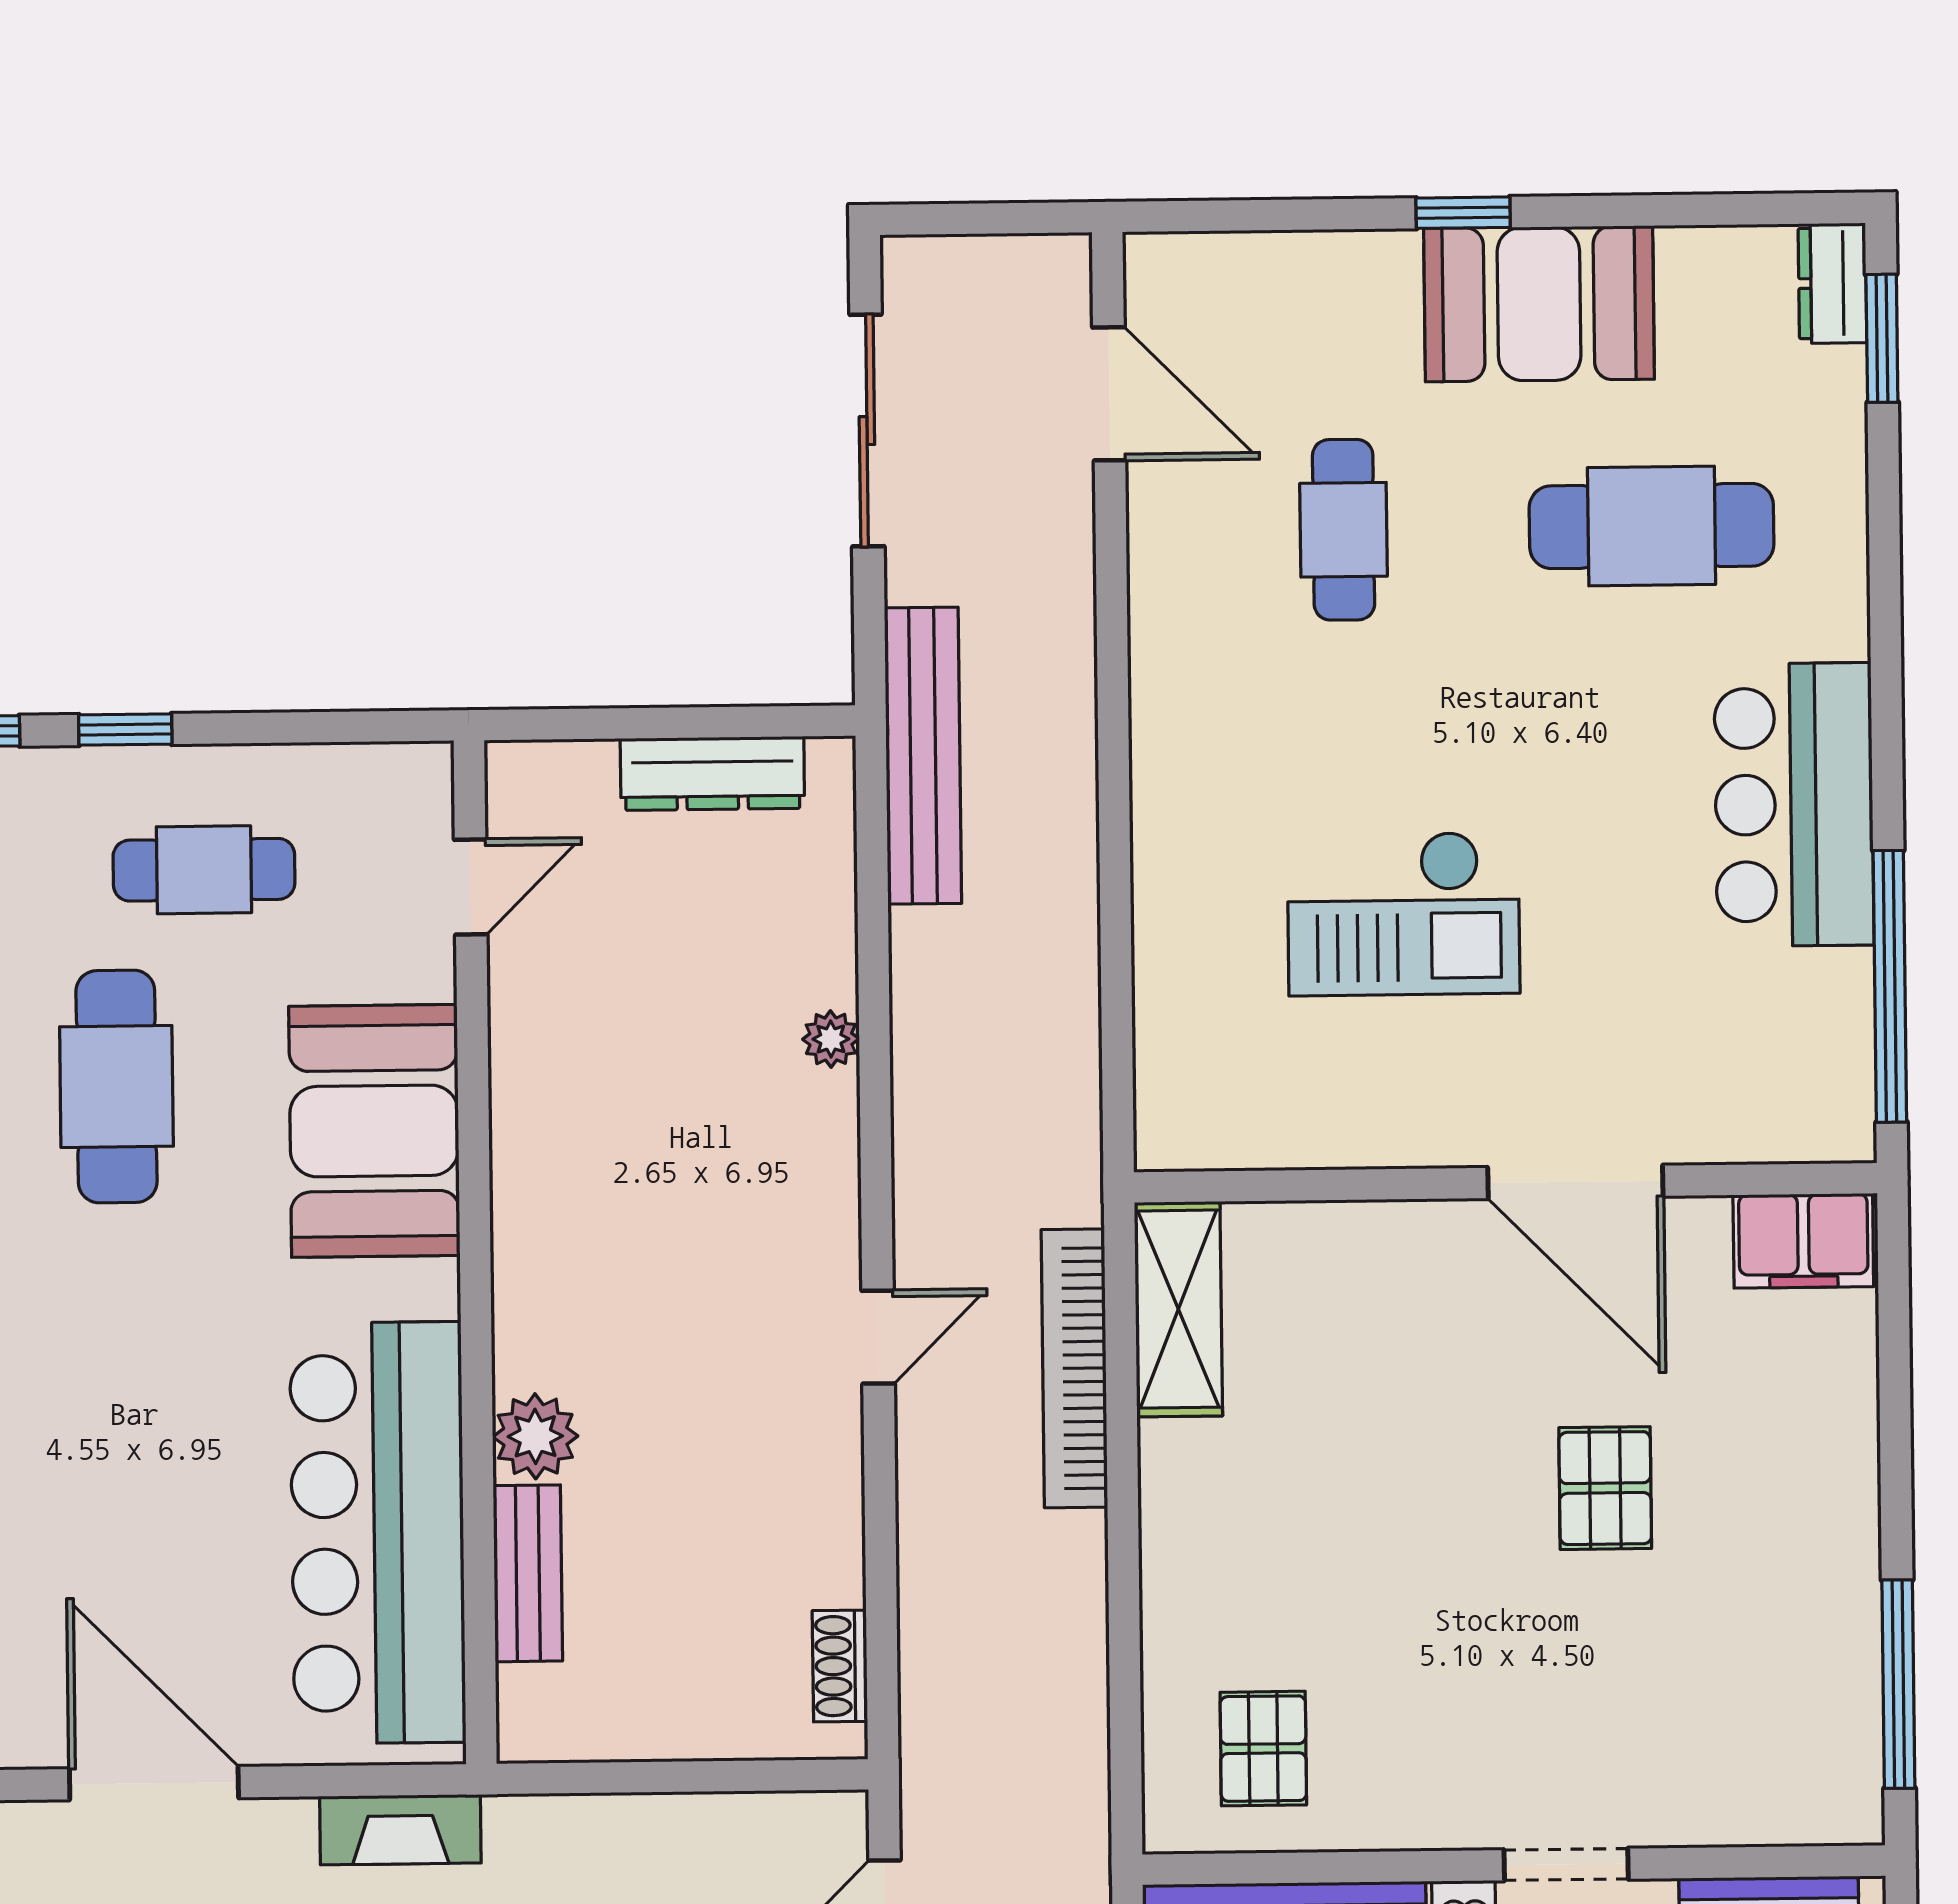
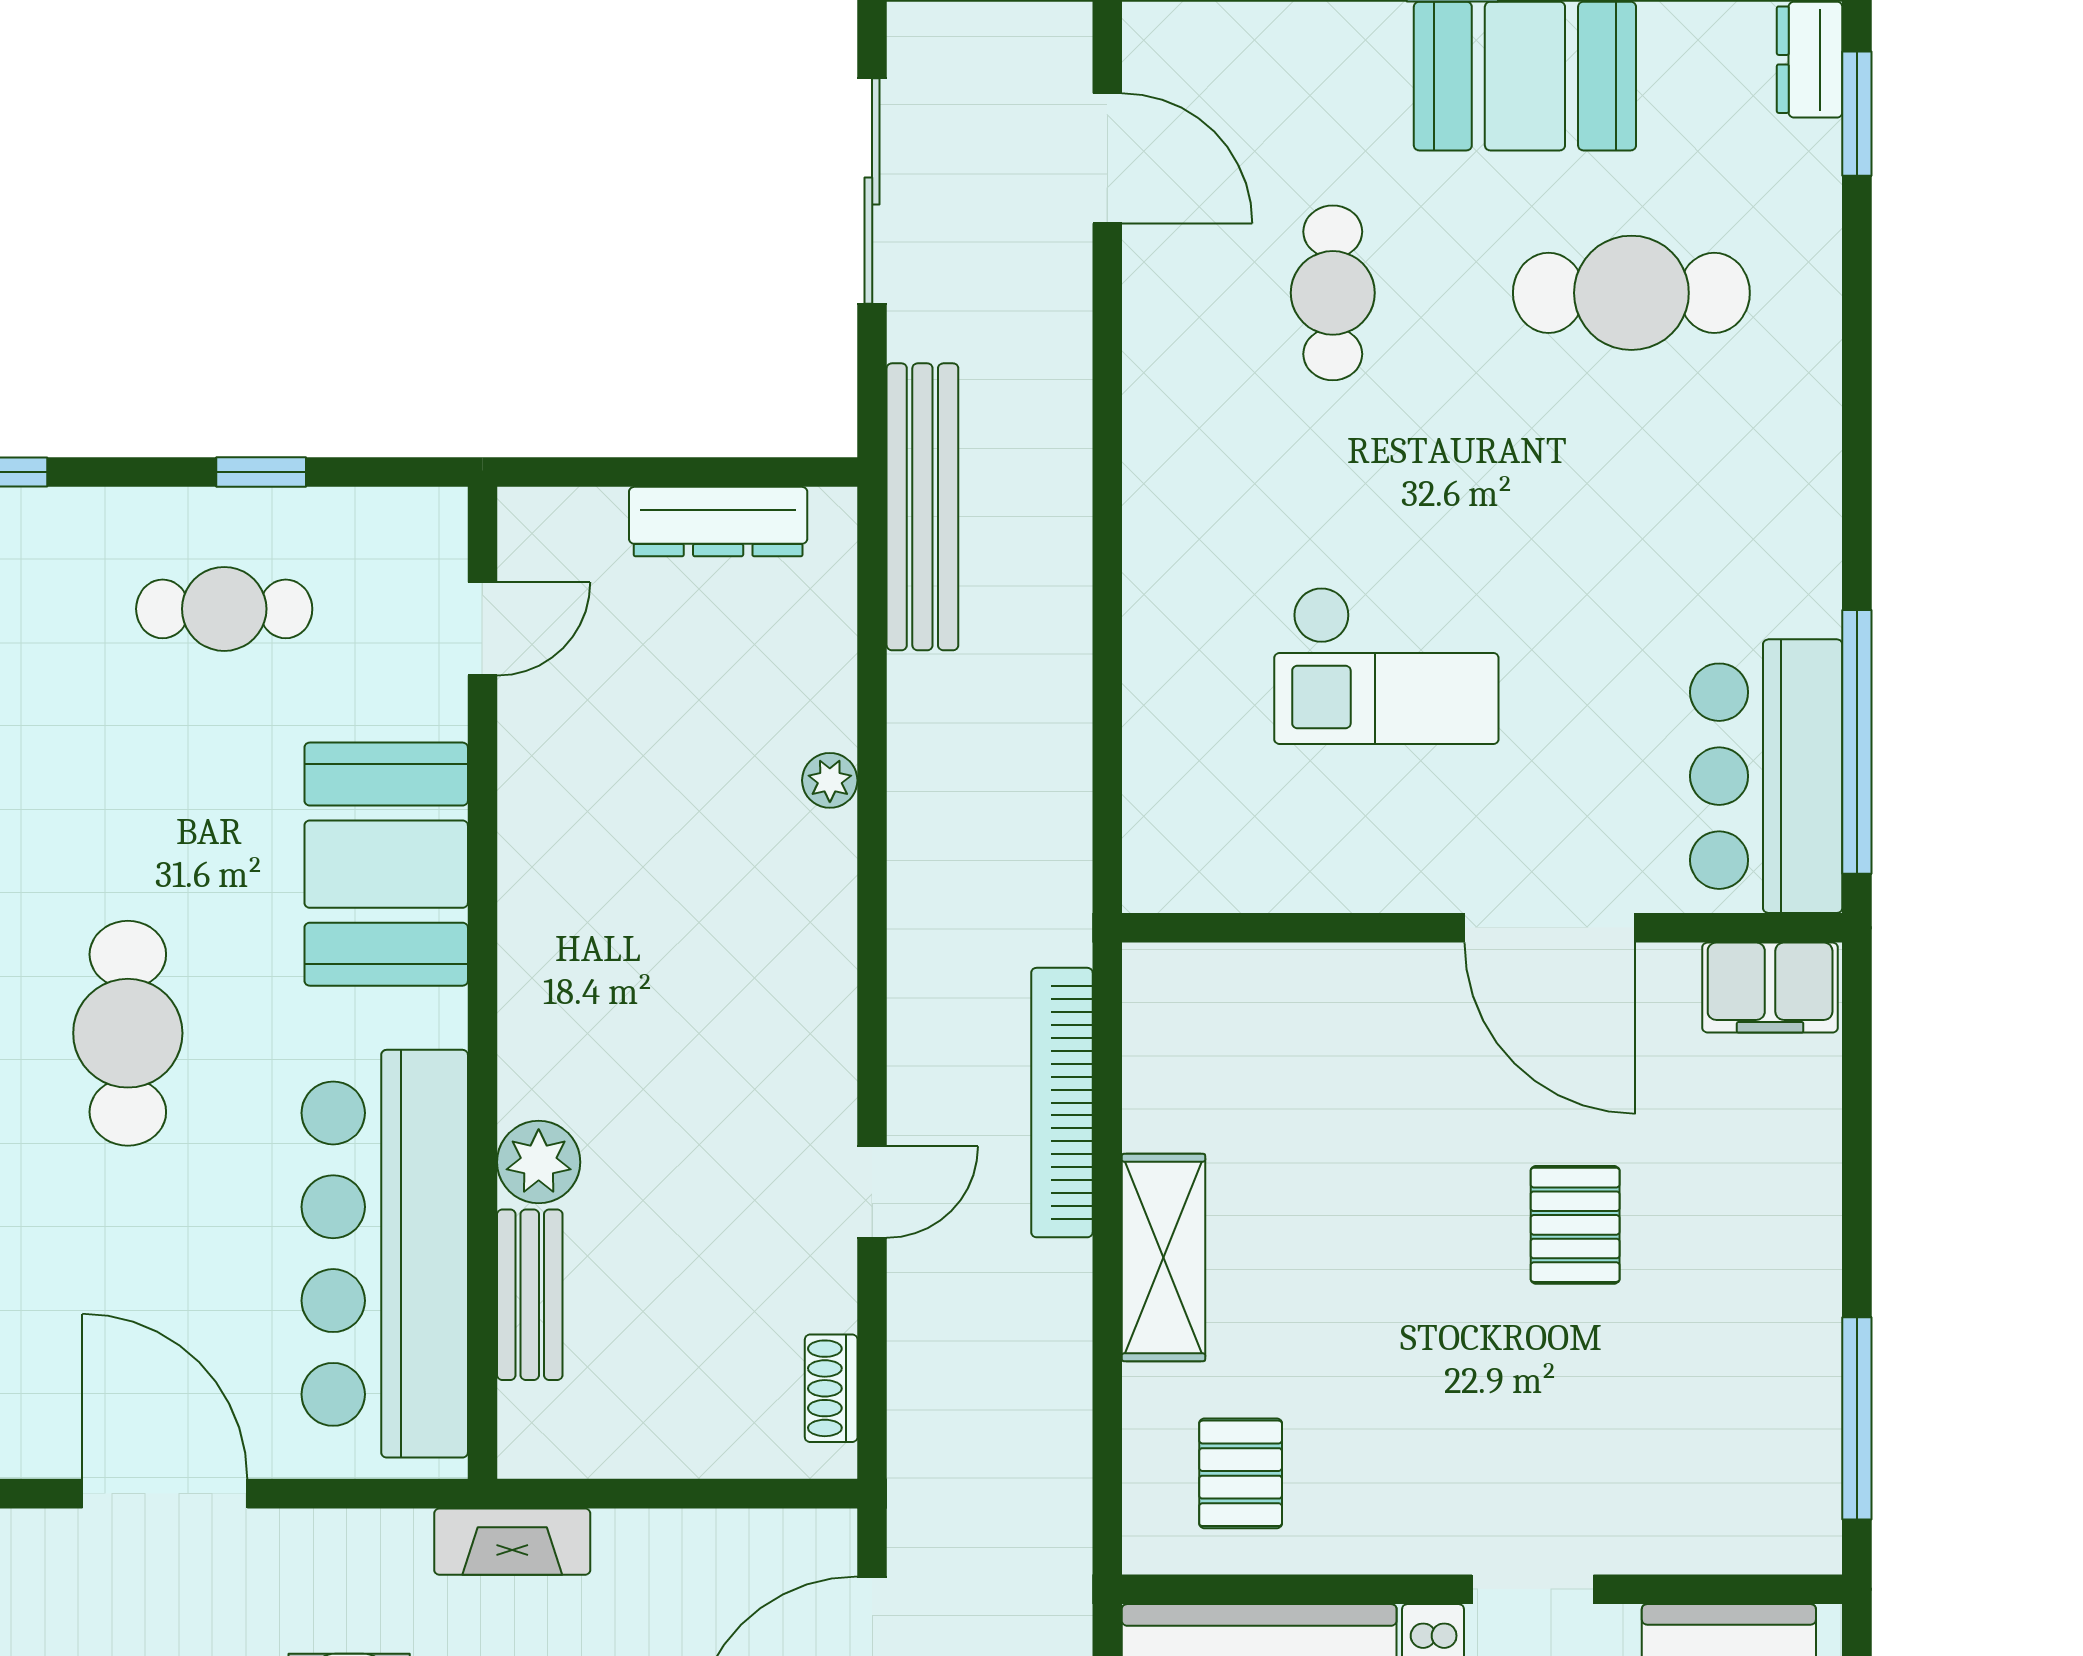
window: (125, 729) -> (261, 472), moved
bar counter: (1794, 805) -> (1766, 776), moved
cafe table: (116, 1087) -> (128, 1033), moved
shelving: (1178, 1309) -> (1163, 1258), moved
door: (878, 1337) -> (872, 1192), moved
fireplace: (400, 1830) -> (512, 1542), moved

